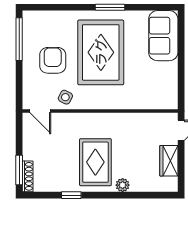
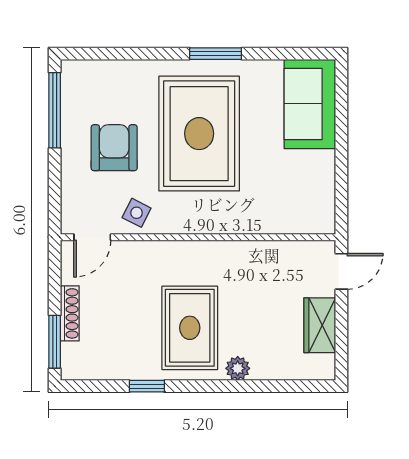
door: (40, 111) -> (92, 237), hinge flipped
shoe rack: (28, 176) -> (70, 313), moved

